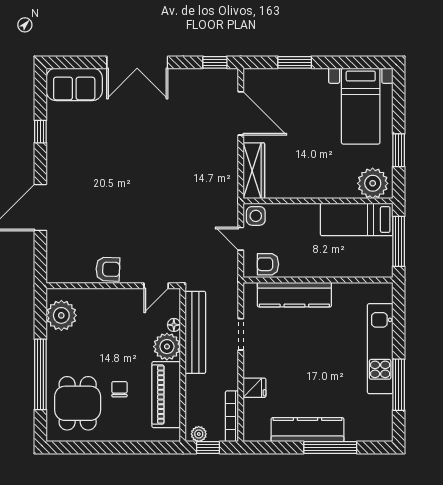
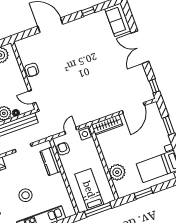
plant: (373, 183) -> (117, 172), moved
bed: (357, 219) -> (89, 189), moved
kitchen counter: (294, 295) -> (50, 161), width x0.67
stool: (326, 361) -> (26, 195), added

